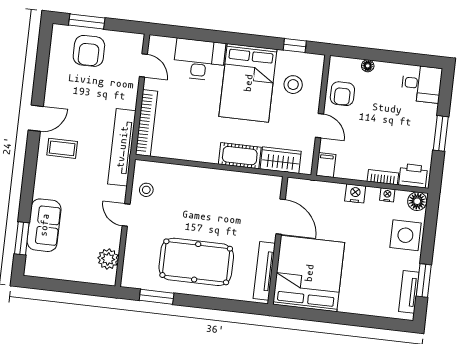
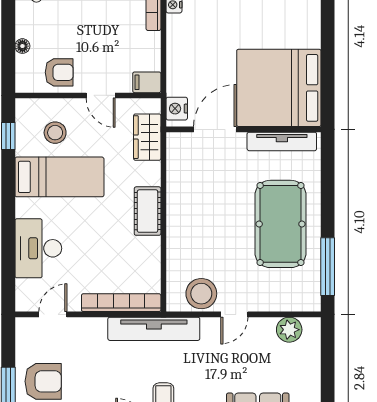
bed: (248, 83) -> (59, 177), width x0.67
door: (319, 126) -> (101, 95), swing flipped
cot: (240, 156) -> (148, 211), moved
stool: (146, 190) -> (201, 294), width x1.89, depth x1.89
nightstand: (355, 193) -> (177, 109), moved
window: (157, 297) -> (328, 267), width x1.44

